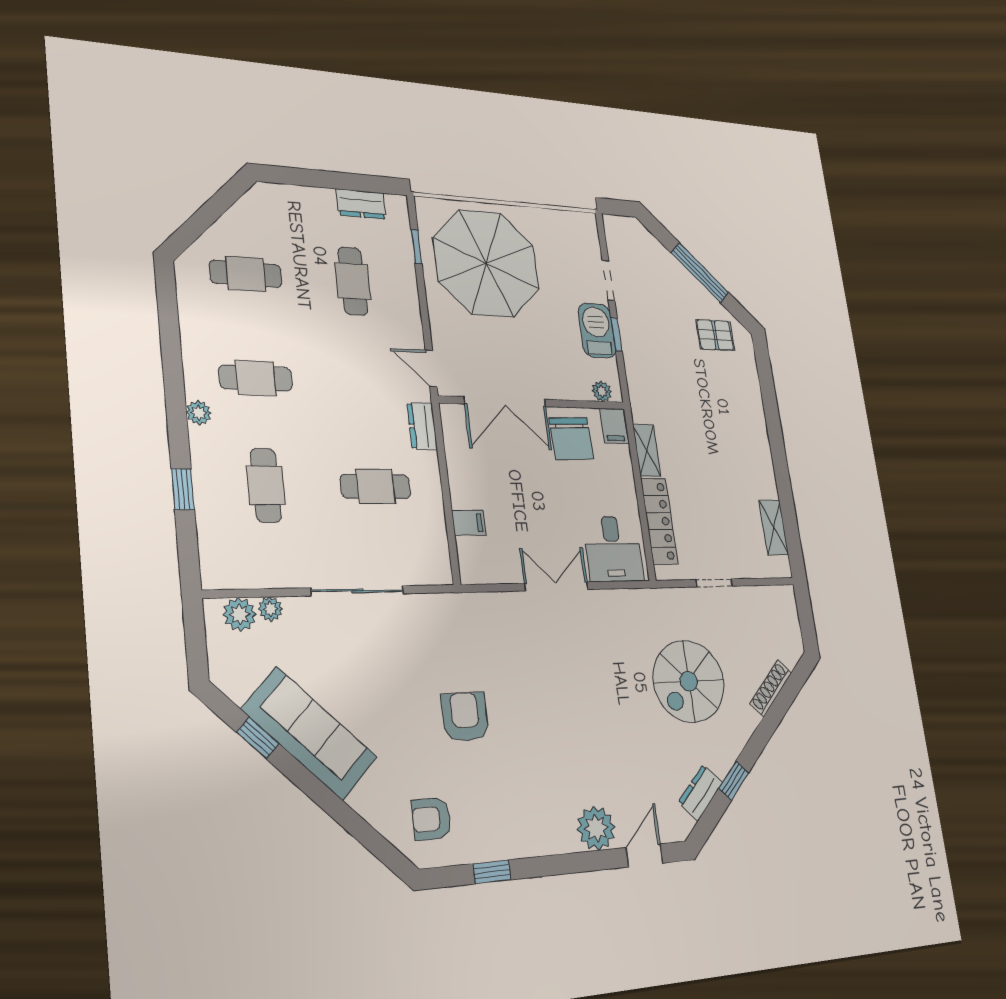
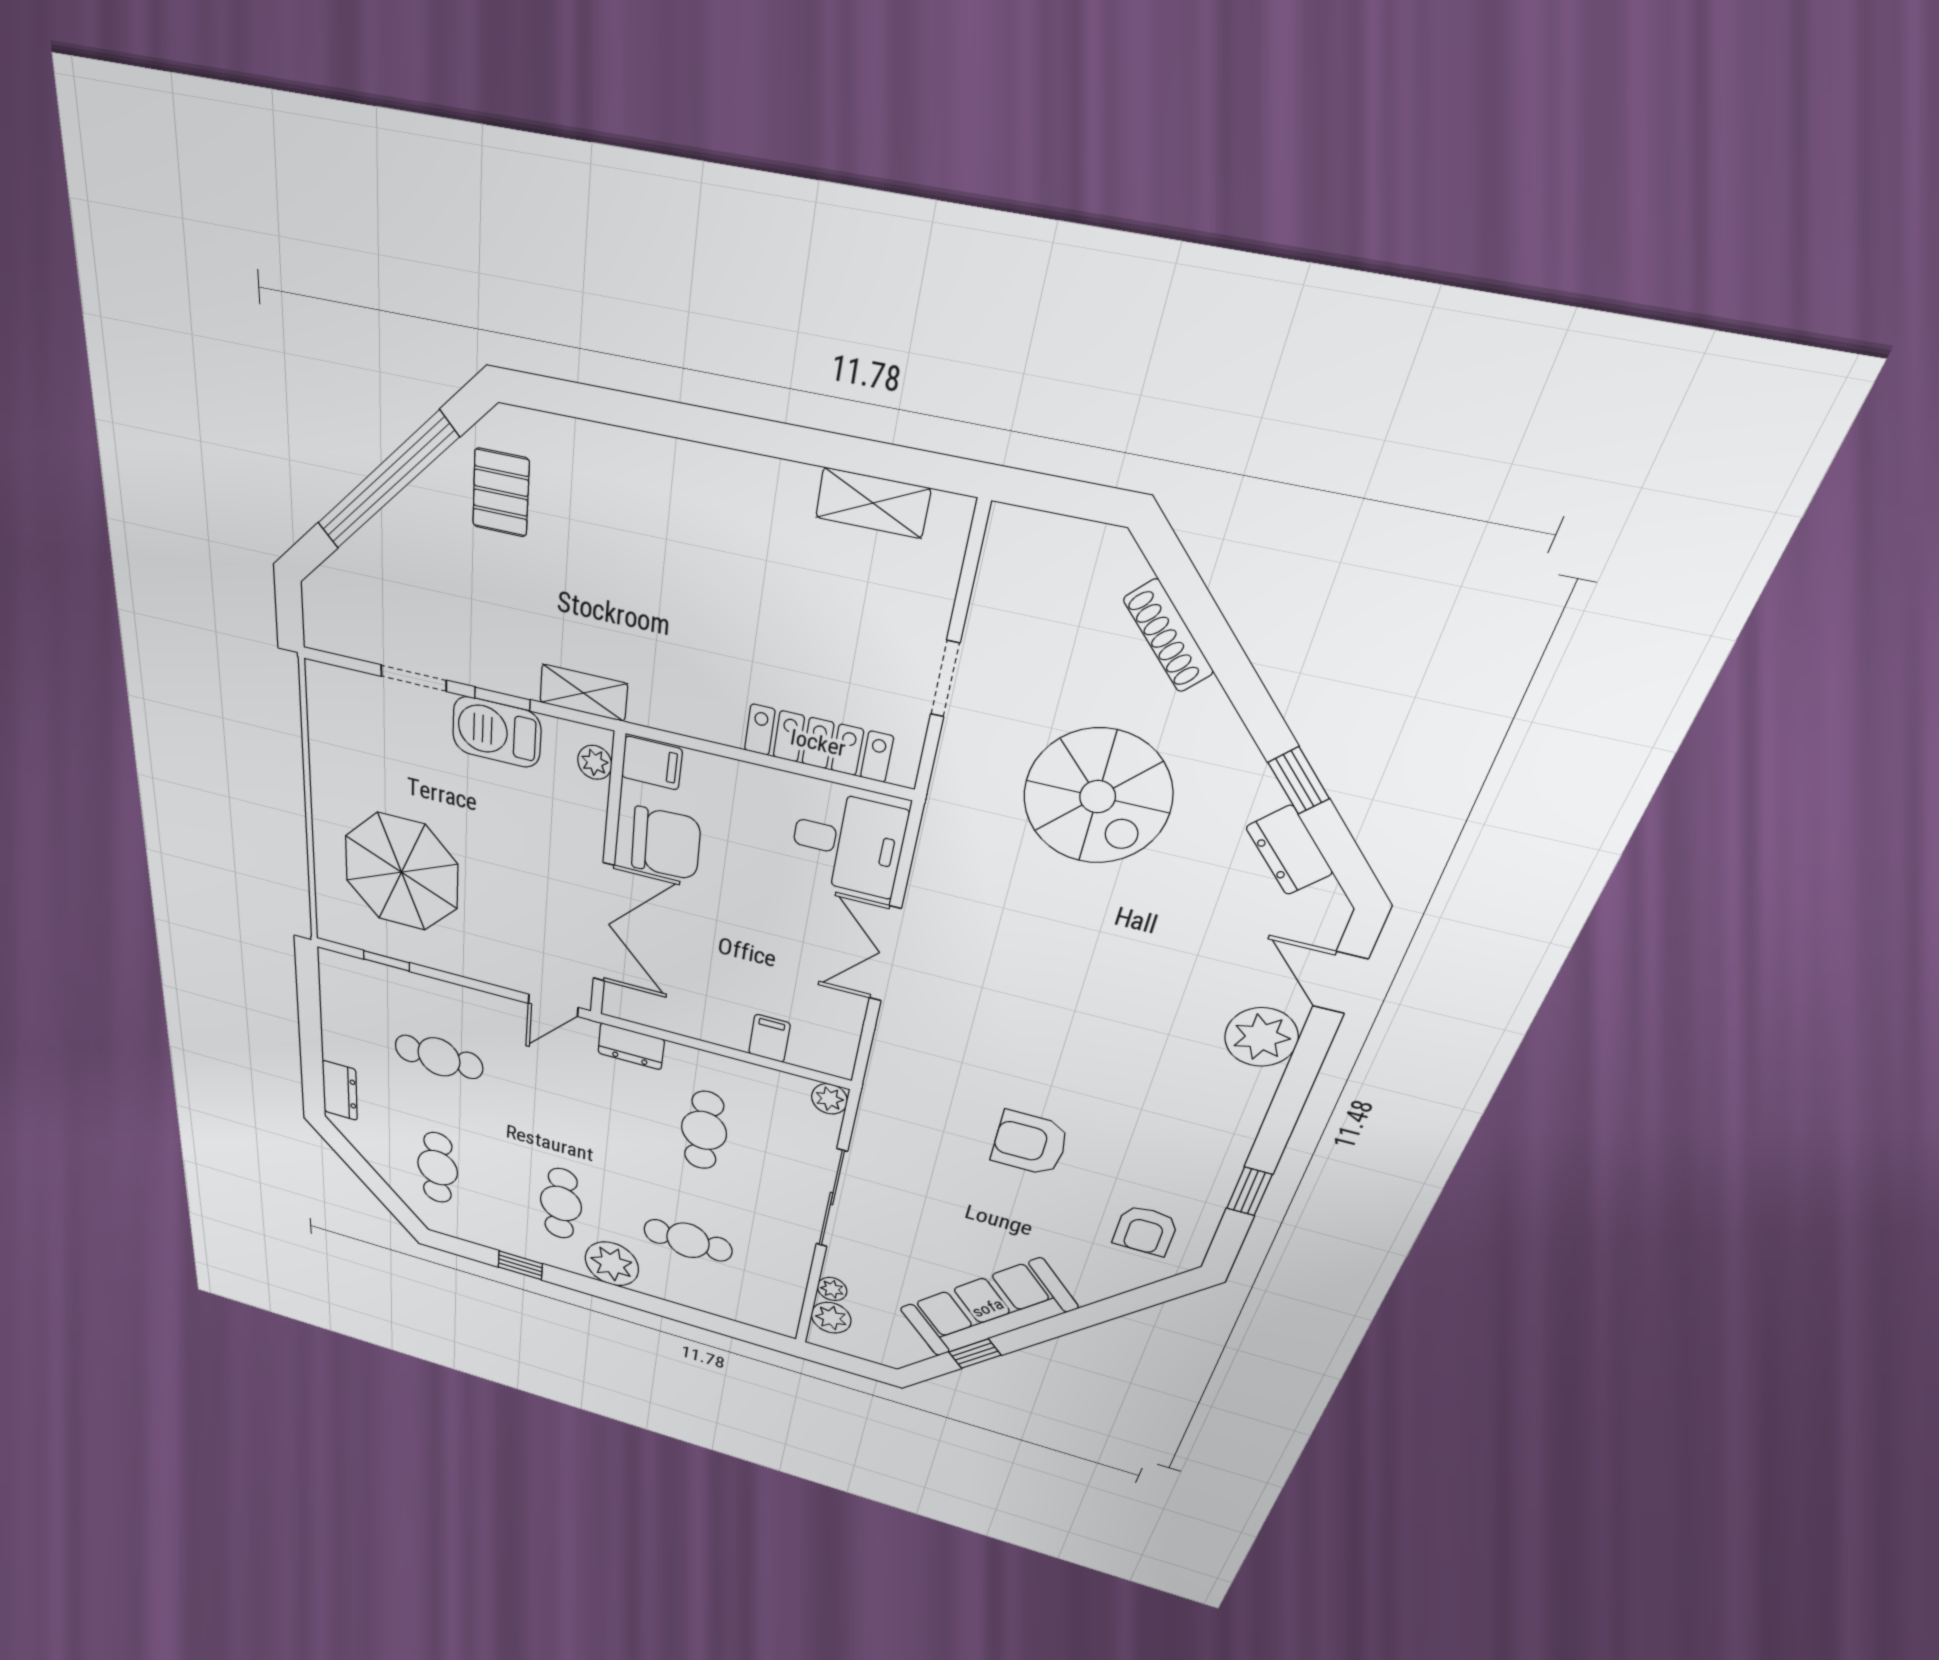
dresser: (361, 204) -> (340, 1090), moved
parasol: (486, 263) -> (402, 872), width x0.73, depth x0.73
window: (700, 273) -> (387, 481), width x1.46
plant: (199, 413) -> (612, 1264), width x1.87, depth x1.87
shelving: (647, 450) -> (584, 693), moved
window: (183, 489) -> (520, 1265), moved
plant: (440, 572) -> (829, 1099), added

